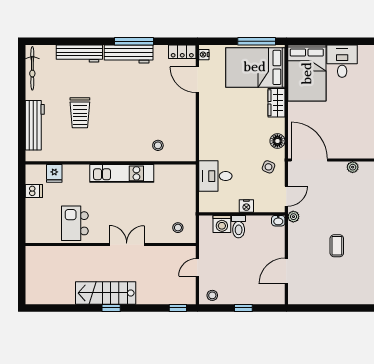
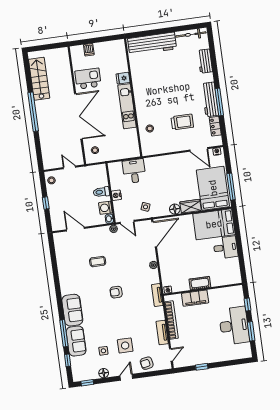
locker: (182, 52) -> (215, 126), moved
workbench: (79, 54) -> (205, 61), width x0.73
door: (197, 80) -> (199, 149), swing flipped
trolley: (80, 113) -> (182, 122), moved, turned 180
workbench: (35, 125) -> (152, 44), width x1.36, depth x1.32
floor lamp: (277, 141) -> (175, 209), moved
fridge: (54, 173) -> (123, 78), moved
dishwasher: (34, 191) -> (89, 50), moved
washing machine: (222, 224) -> (105, 208), moved
double door: (127, 245) -> (78, 116), width x1.87
stairs: (106, 293) -> (39, 79), moved
window: (111, 308) -> (33, 112), width x3.17
window: (178, 308) -> (40, 158), removed

